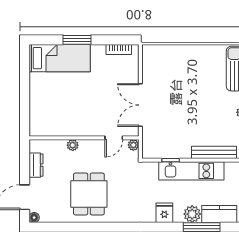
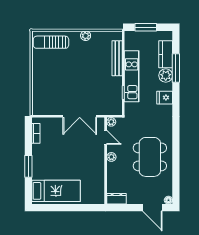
bed: (60, 58) -> (56, 191), moved, turned 90
plant: (73, 145) -> (111, 157), moved
dresser: (36, 165) -> (116, 199), moved
dining table: (89, 194) -> (150, 157), width x1.38

